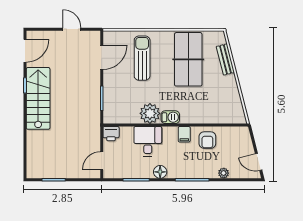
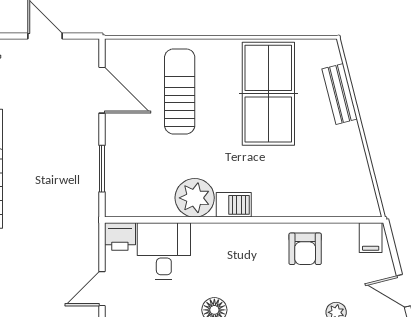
door: (102, 57) -> (102, 90), hinge flipped
filing cabinet: (184, 134) -> (371, 238), moved
desk: (148, 141) -> (164, 251), moved

